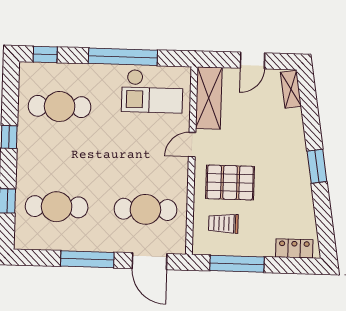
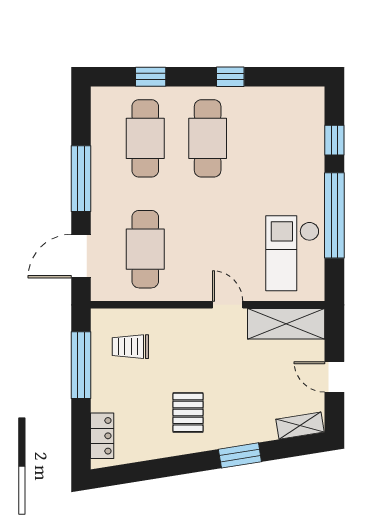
window: (45, 54) -> (334, 140), moved
cafe table: (60, 106) -> (208, 138), moved
window: (317, 166) -> (240, 455), moved
pallet: (230, 182) -> (188, 412), moved, width x0.67, depth x0.71
trolley: (223, 224) -> (130, 347), turned -90

